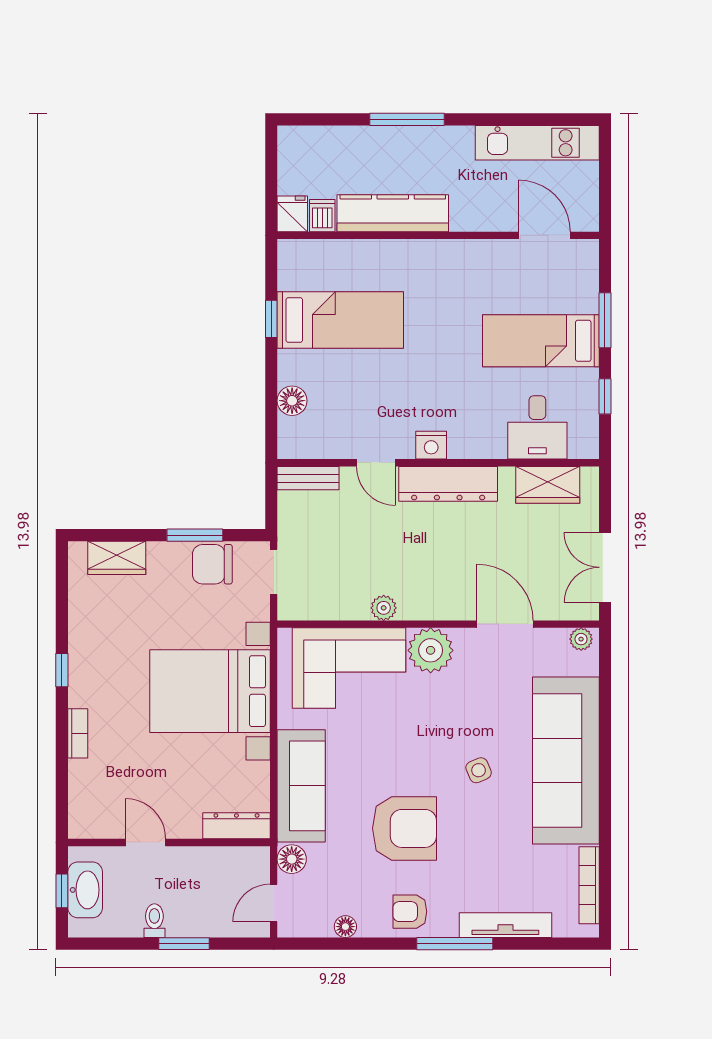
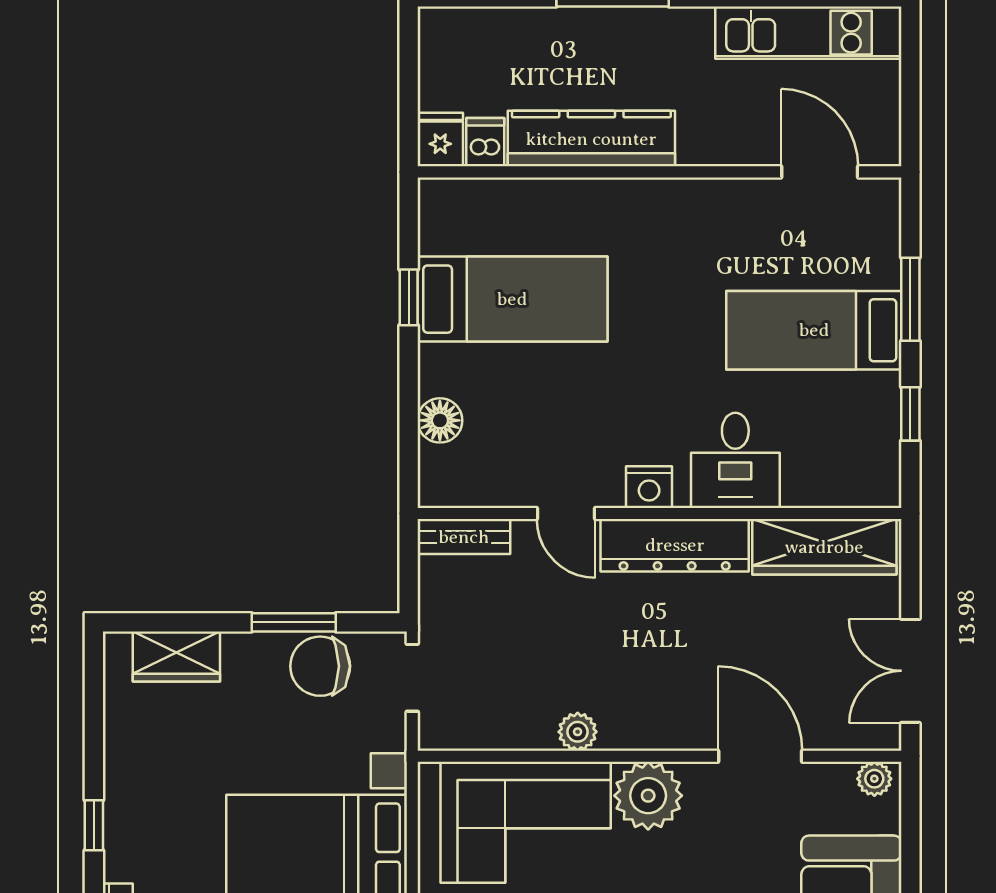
desk: (537, 427) -> (735, 460), moved
wardrobe: (548, 485) -> (824, 547), width x1.50

